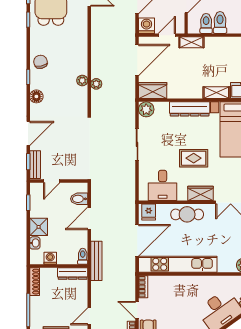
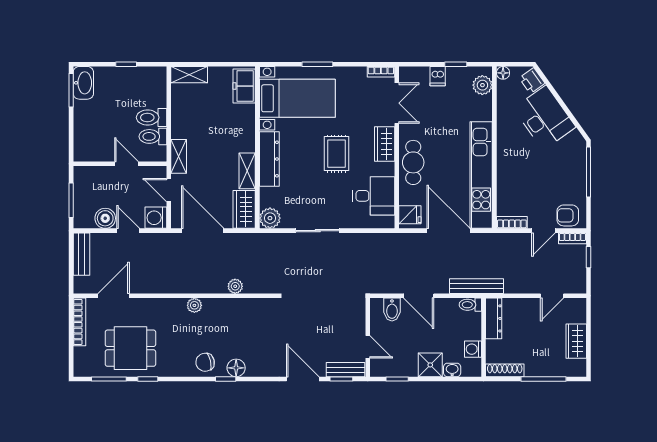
plant: (82, 80) -> (194, 305), moved
shelving: (216, 93) -> (247, 171), moved
floor lamp: (36, 96) -> (236, 368), moved
door: (89, 316) -> (552, 296), hinge flipped

